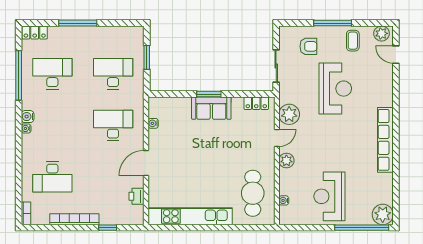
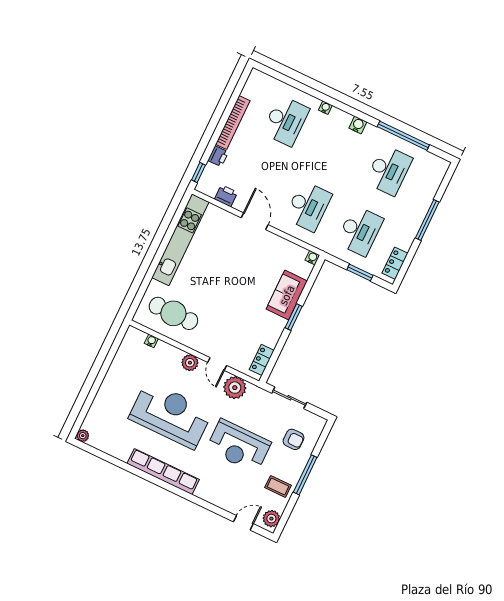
locker: (35, 32) -> (395, 263), moved
armchair: (308, 46) -> (294, 439), turned -90
sofa: (211, 108) -> (287, 295), moved
water cooler: (153, 123) -> (312, 258), moved
water cooler: (26, 128) -> (325, 108), moved
desk: (52, 177) -> (286, 121), turned 180
reception desk: (329, 196) -> (171, 415), moved, width x1.36, depth x1.30
bookcase: (26, 213) -> (262, 77), removed
plant: (383, 214) -> (83, 436), width x0.53, depth x0.53
printer: (107, 218) -> (218, 156), added
window: (108, 228) -> (199, 173), moved
window: (362, 228) -> (87, 406), removed

